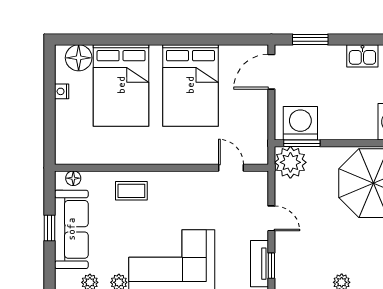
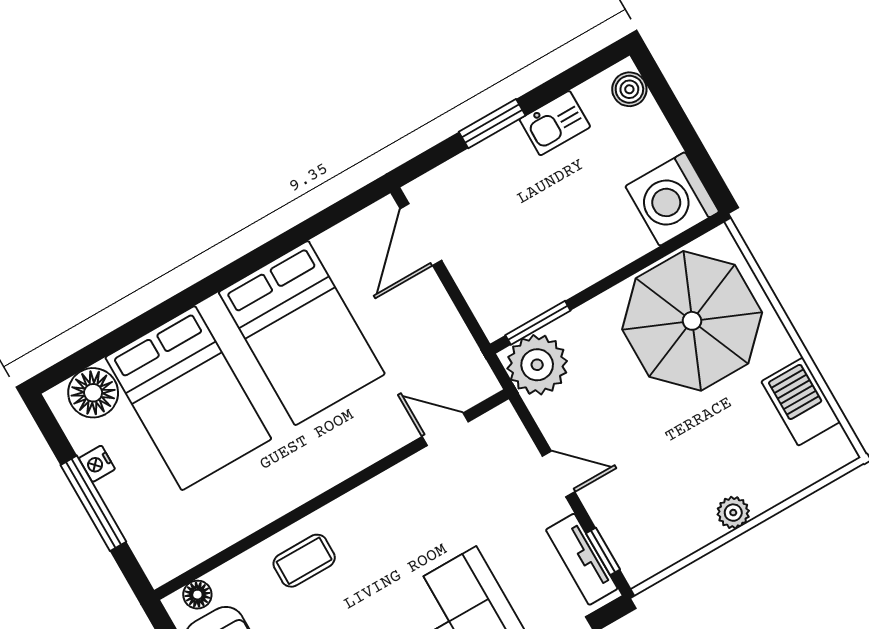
window: (310, 39) -> (492, 124), moved
window: (50, 109) -> (93, 503), added
washing machine: (300, 123) -> (517, 292), removed

